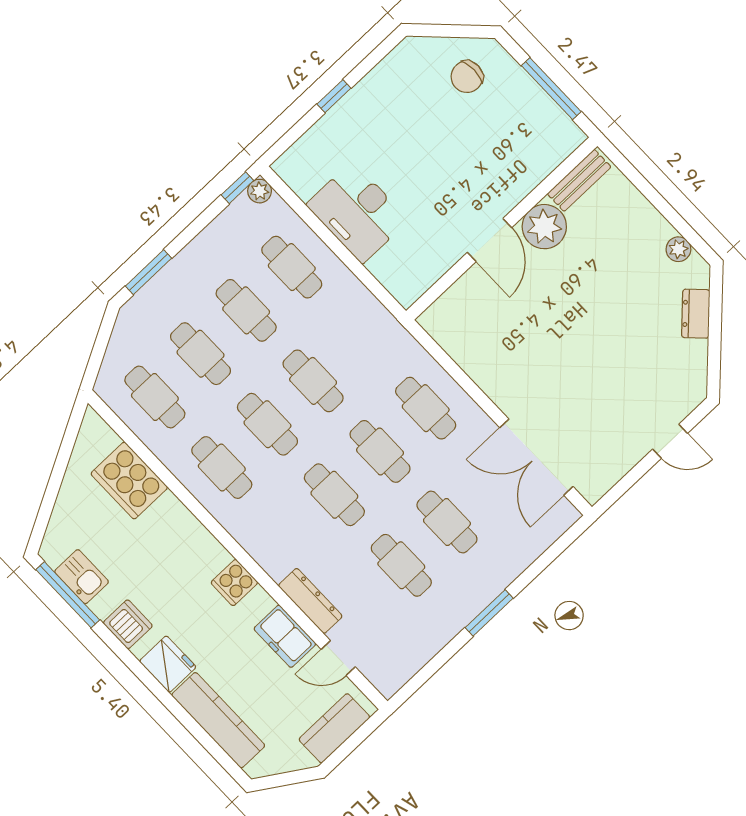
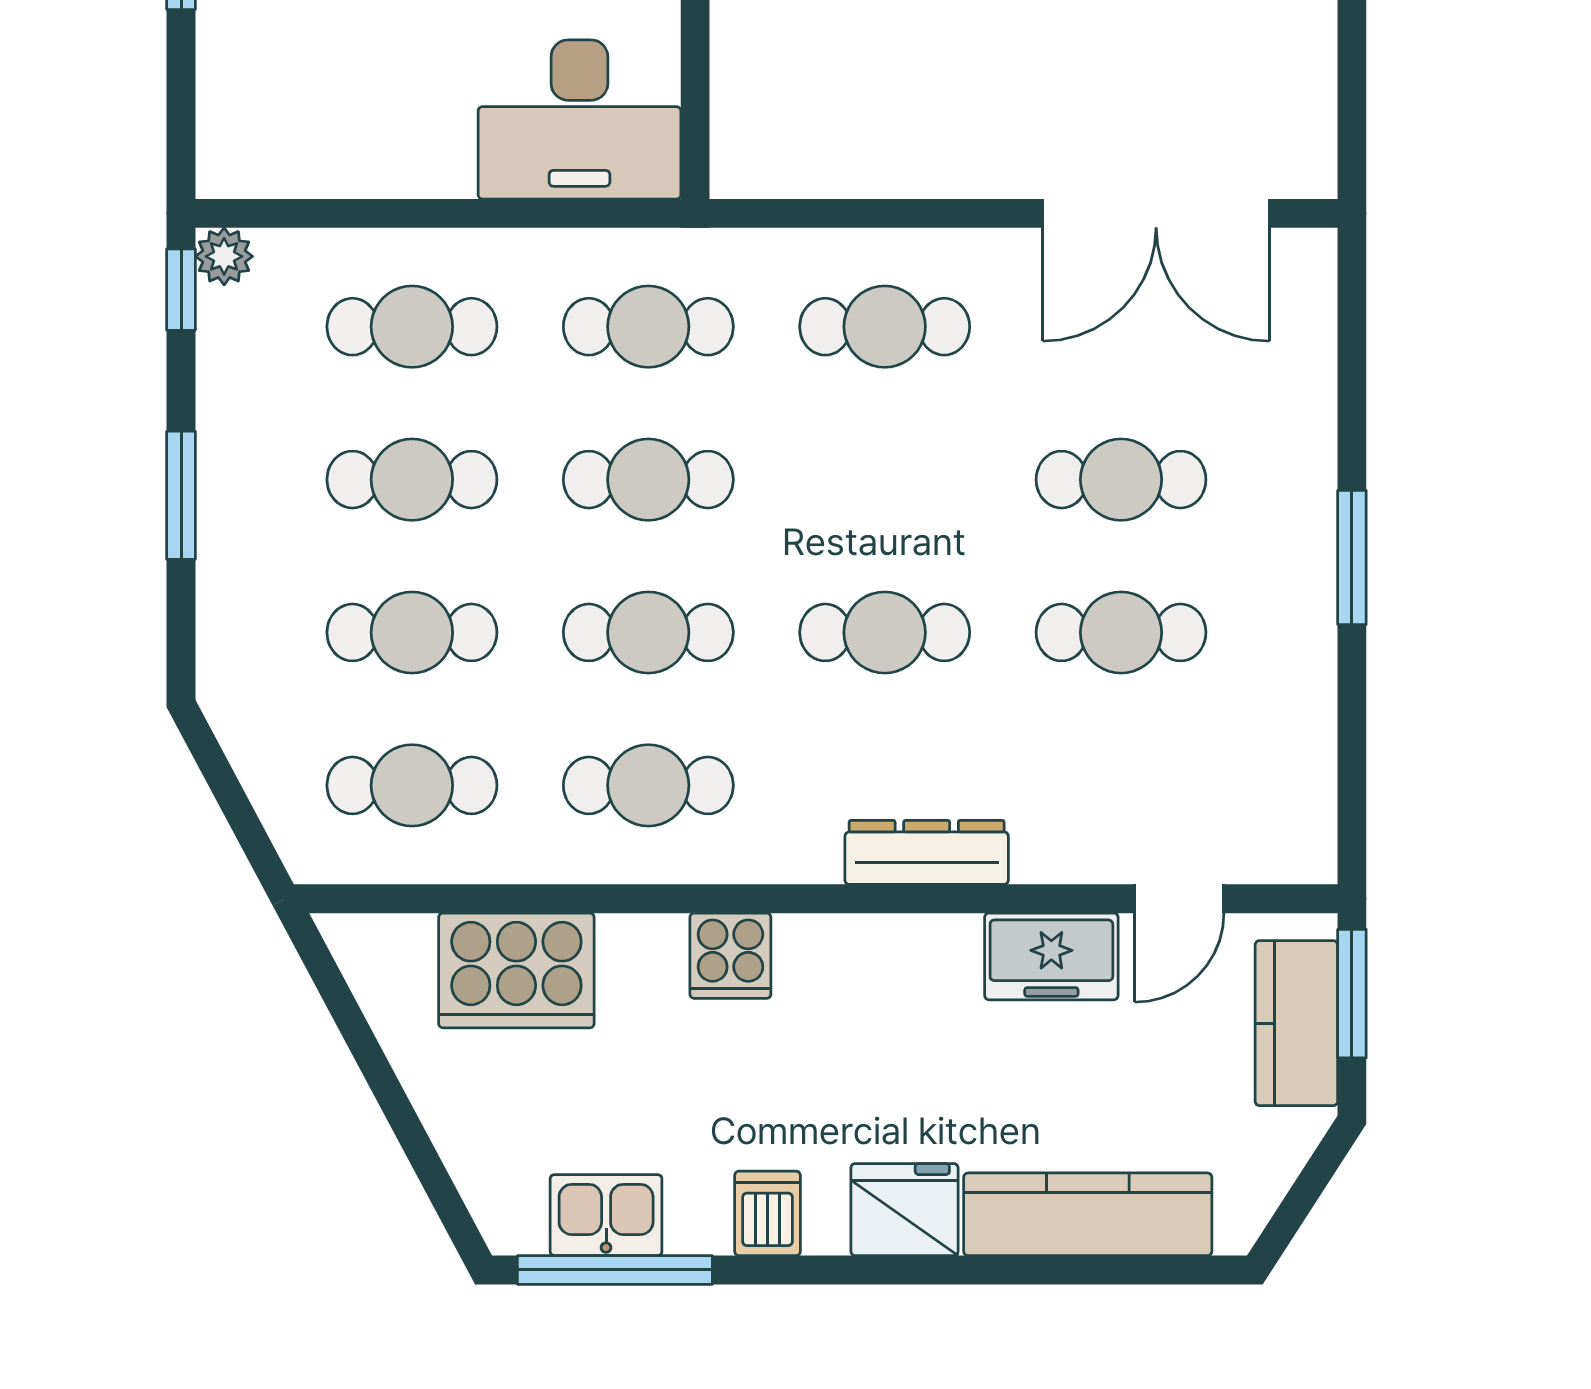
desk: (357, 212) -> (579, 119), moved
window: (148, 272) -> (181, 495), moved
cafe table: (380, 451) -> (648, 327), moved
cooker: (234, 583) -> (730, 956), moved
dresser: (310, 601) -> (927, 852), moved
dishwasher: (128, 624) -> (768, 1213), width x0.73
window: (359, 736) -> (1352, 994), added

